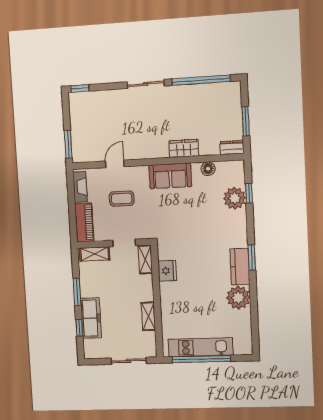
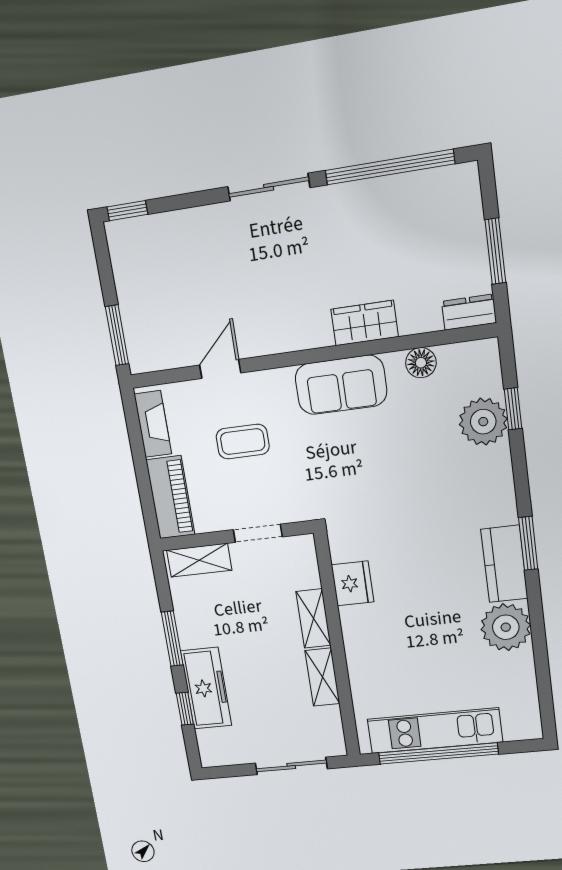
shelving: (145, 259) -> (313, 618), moved

